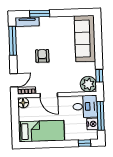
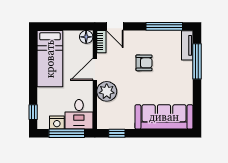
window: (40, 14) -> (197, 61), width x1.44
plant: (88, 84) -> (107, 91), moved

